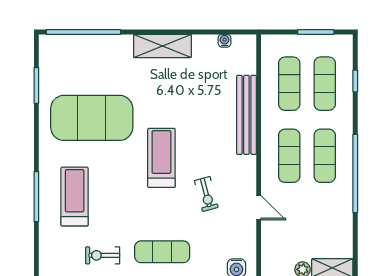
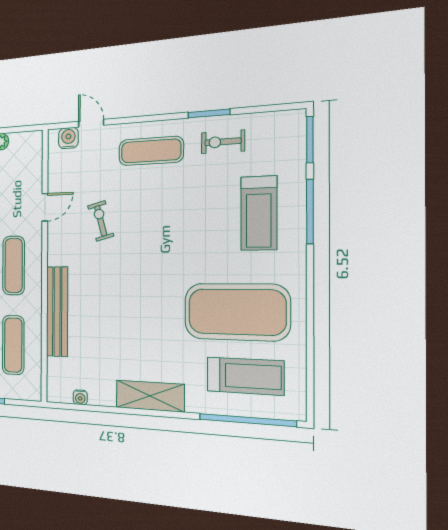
window: (36, 85) -> (310, 140), moved
treadmill: (161, 158) -> (245, 376), moved, turned -90
door: (259, 208) -> (45, 207), swing flipped
exercise bike: (103, 255) -> (223, 142), turned 180

